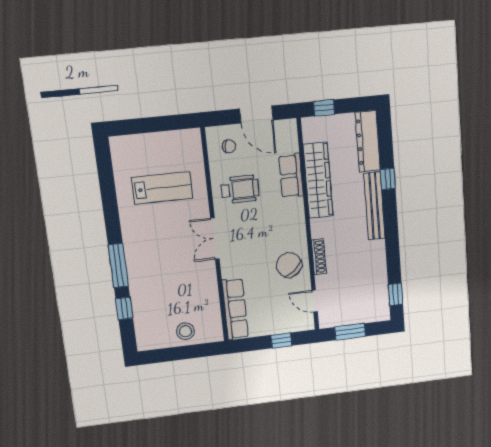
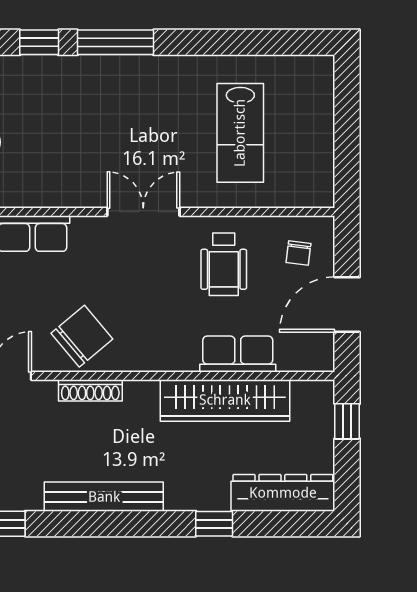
bench: (374, 206) -> (104, 497), moved

